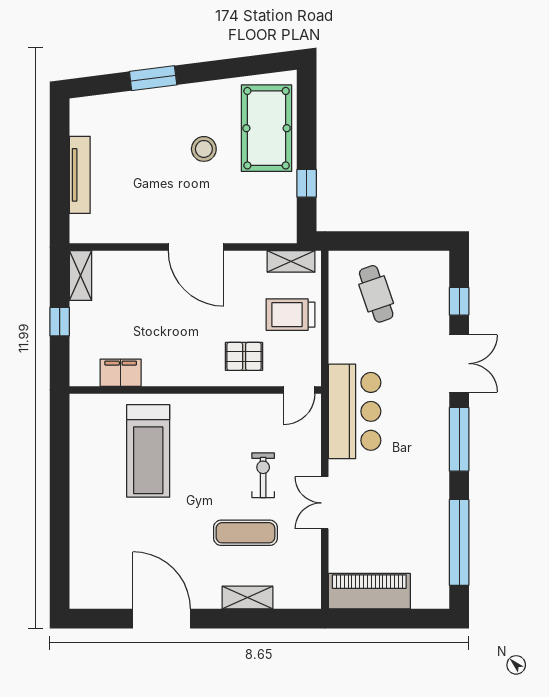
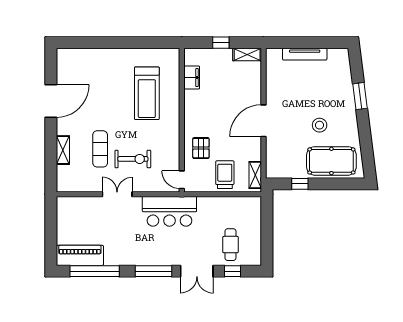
cafe table: (376, 294) -> (230, 245), moved, turned -71
treadmill: (148, 451) -> (147, 93), turned -90
exercise bike: (263, 475) -> (133, 159), width x1.38, depth x1.39
piano: (369, 591) -> (80, 255), moved, turned -90

